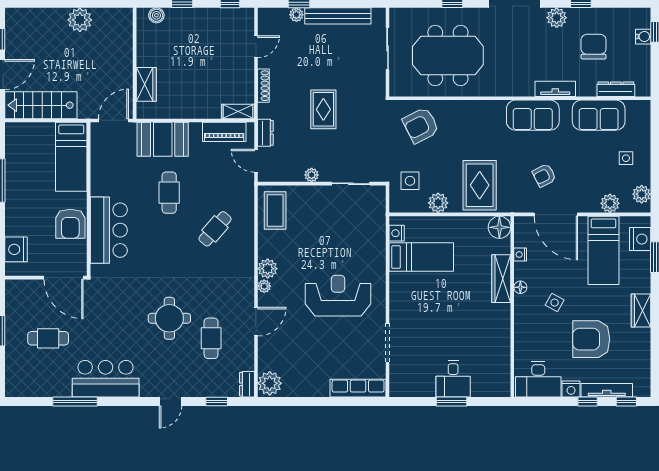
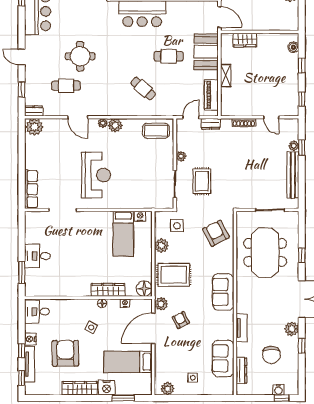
chair: (594, 47) -> (271, 355), turned 90
rug: (323, 109) -> (202, 181), moved, turned 90
shelving: (238, 111) -> (226, 76), moved
sofa: (533, 115) -> (223, 292), moved
plant: (610, 203) -> (161, 304), moved
nightstand: (640, 239) -> (107, 388), moved
wardrobe: (641, 310) -> (80, 388), width x1.50
desk: (538, 380) -> (37, 312), width x0.73
window: (451, 402) -> (22, 272), moved

